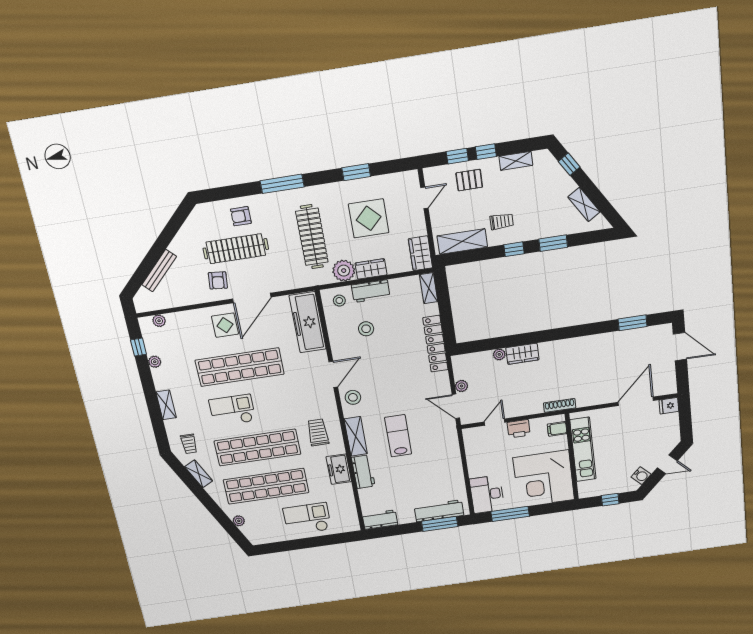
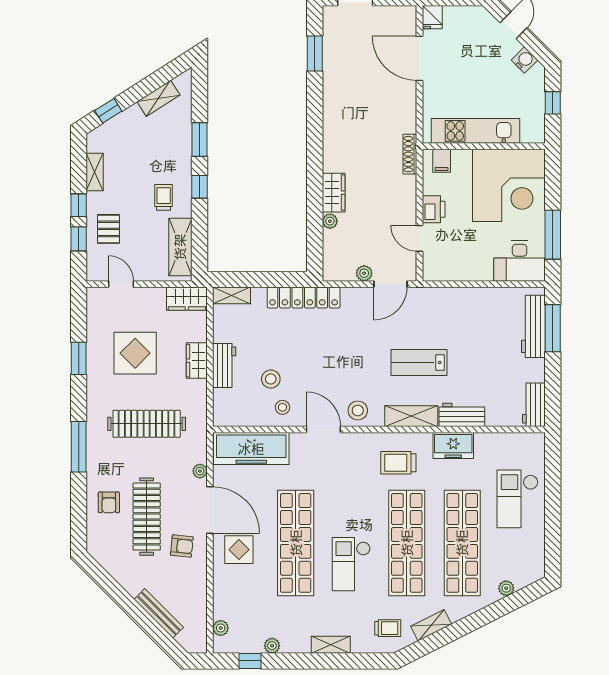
plant: (344, 271) -> (200, 471), moved, width x0.53, depth x0.53
stool: (339, 301) -> (283, 407), moved

